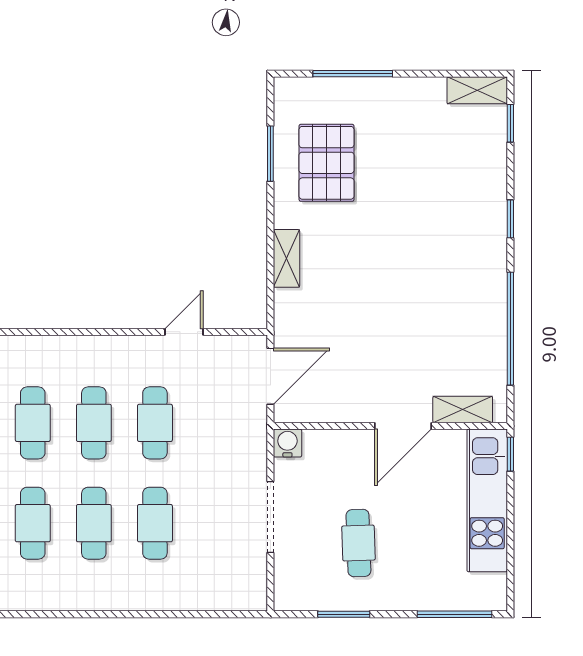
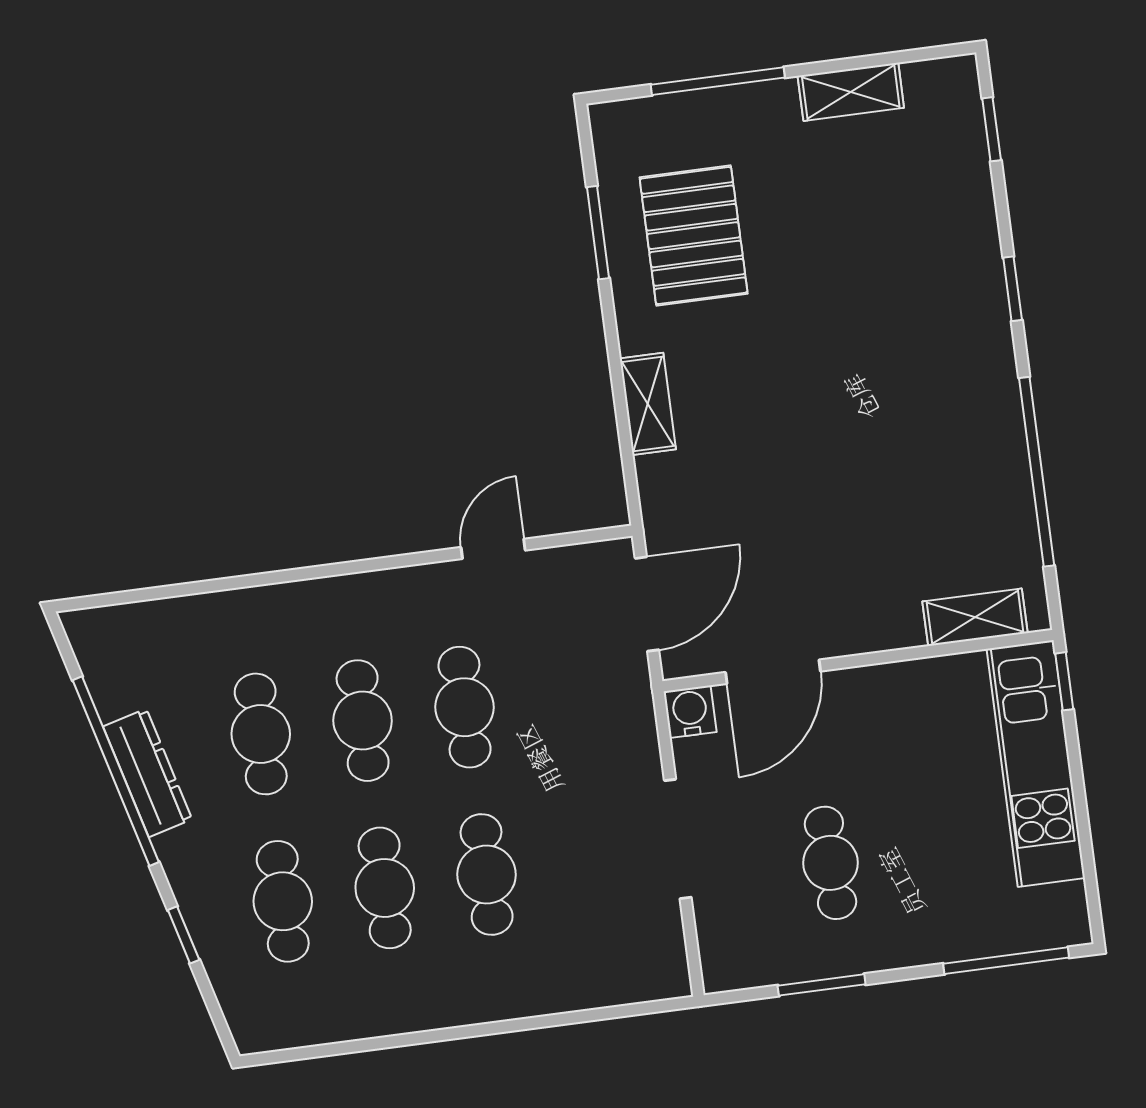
shelving: (477, 90) -> (851, 92), moved
door: (403, 426) -> (773, 672), moved

